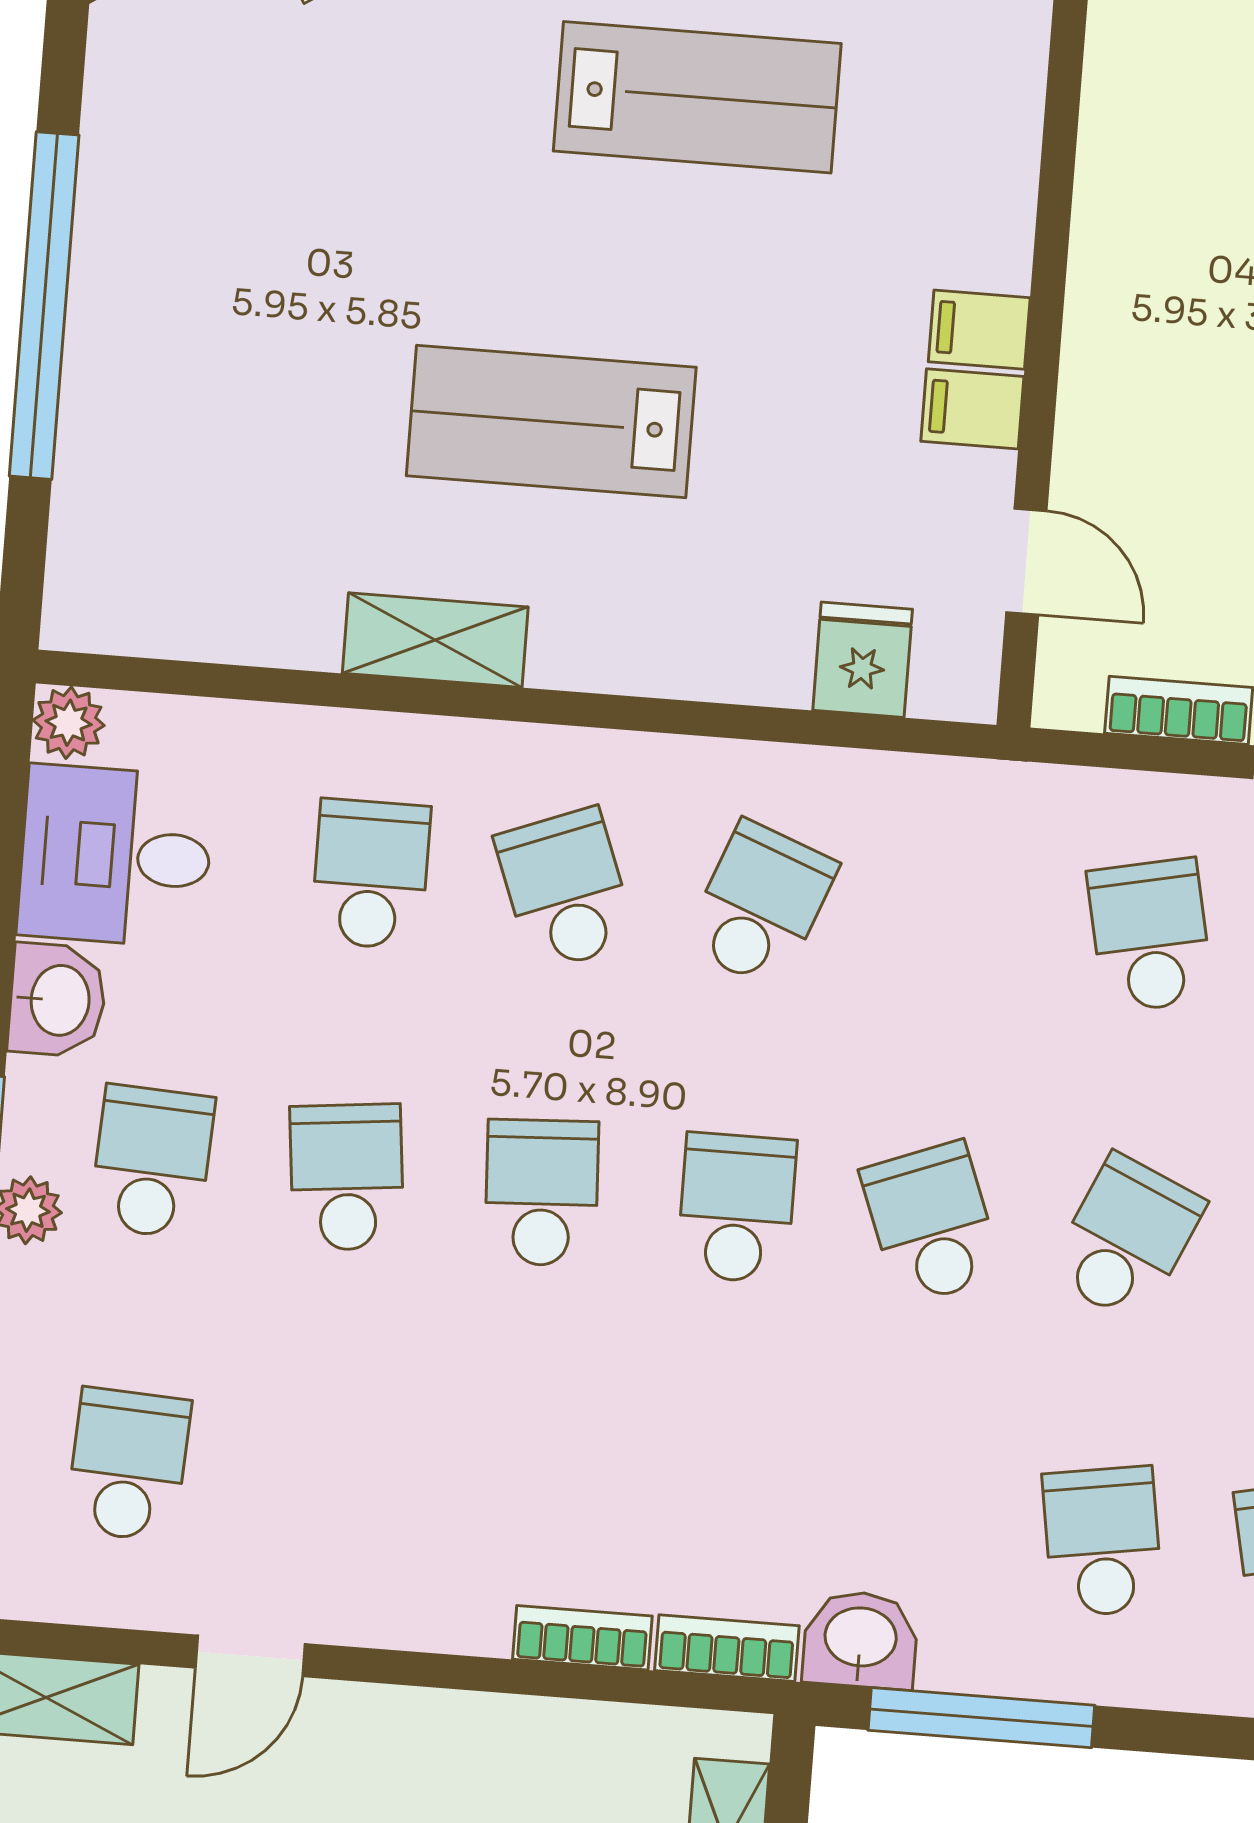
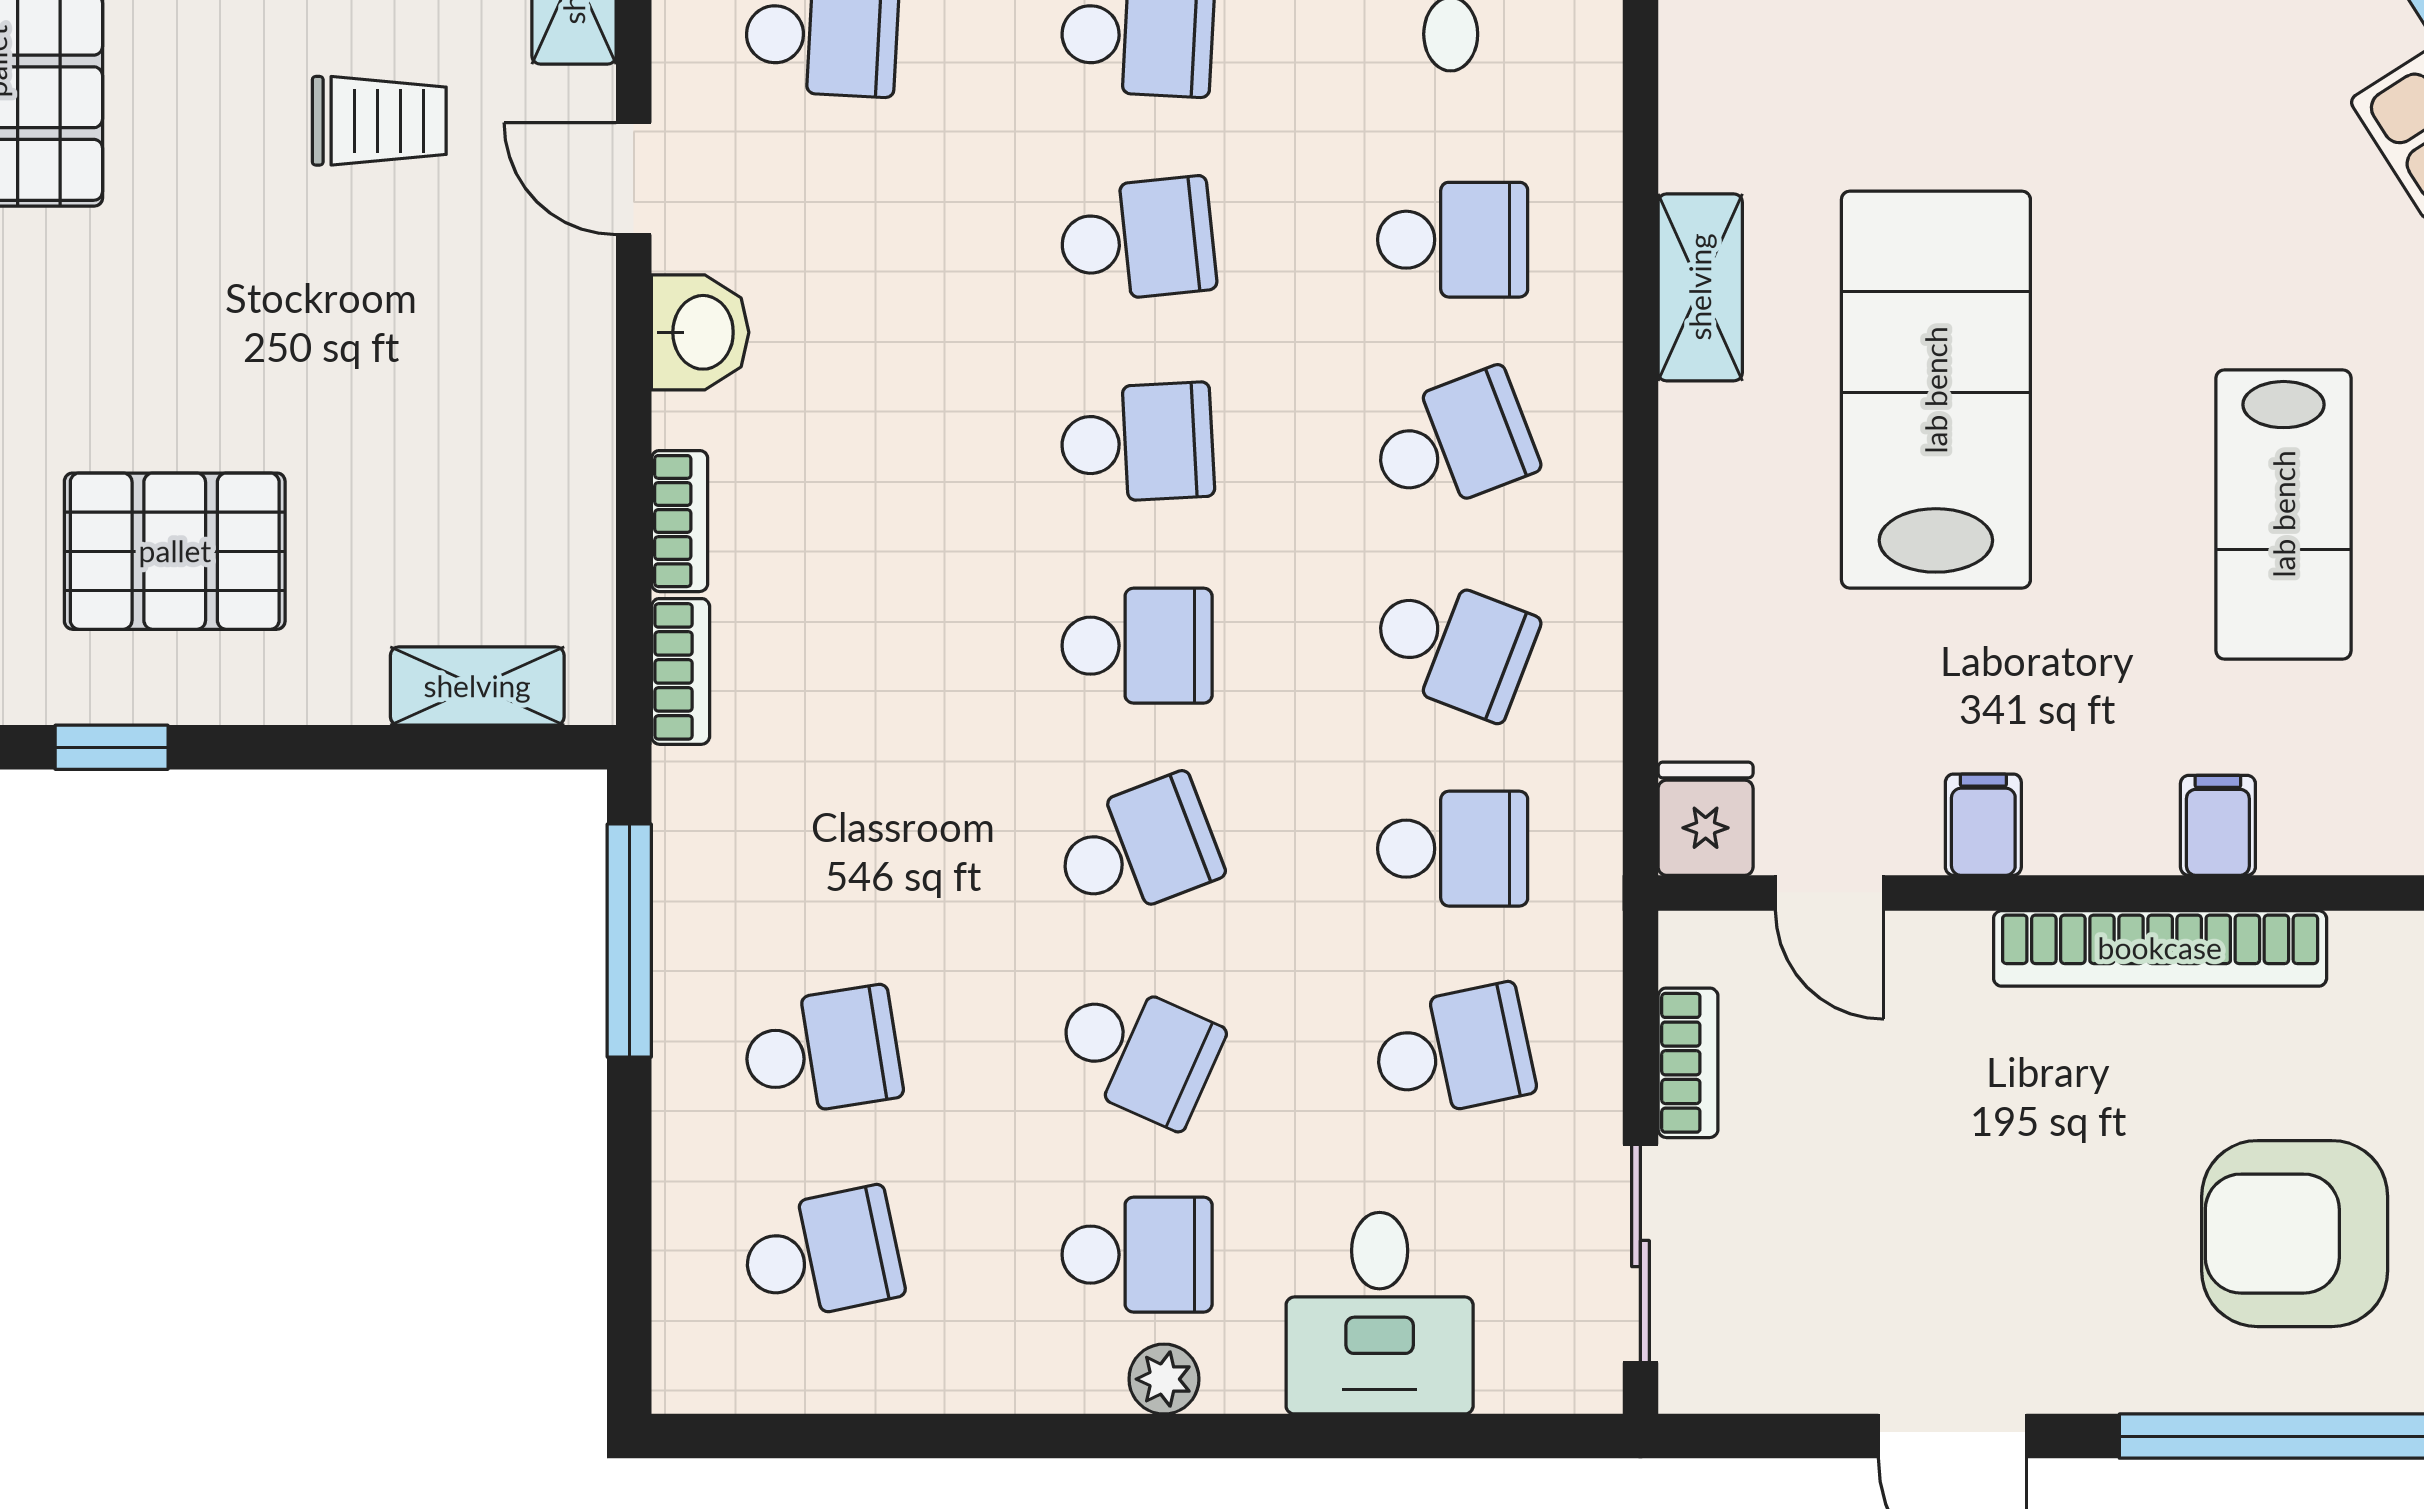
bookcase: (1105, 249) -> (2160, 948), added
filing cabinet: (979, 330) -> (2218, 825), moved
lab bench: (551, 422) -> (1936, 390), width x1.36, depth x1.39
door: (1026, 562) -> (1830, 893), hinge flipped
fridge: (863, 660) -> (1706, 819), moved, turned -90
school desk: (955, 920) -> (1453, 849), added
washbasin: (860, 1640) -> (700, 332), moved

